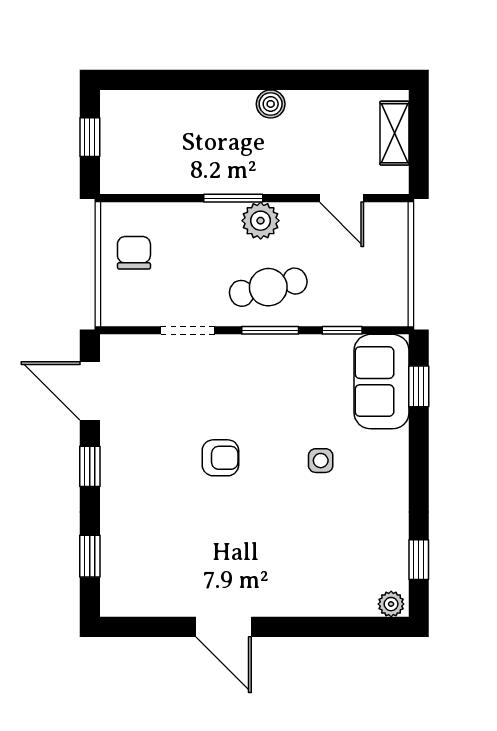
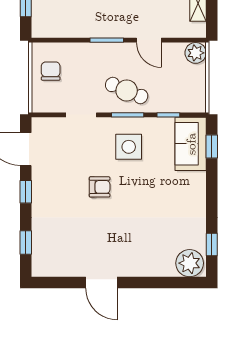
door: (342, 198) -> (149, 40), moved
plant: (261, 221) -> (196, 53), moved
cafe table: (268, 287) -> (127, 90), turned 36
side table: (321, 461) -> (129, 147), moved, width x1.87, depth x1.87
plant: (391, 604) -> (190, 263), width x1.88, depth x1.88

